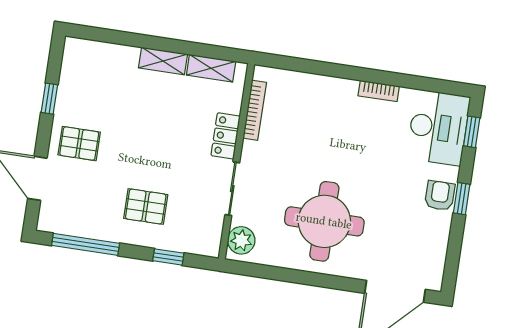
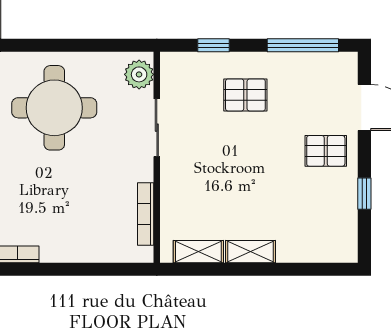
locker: (226, 136) -> (172, 182), removed

